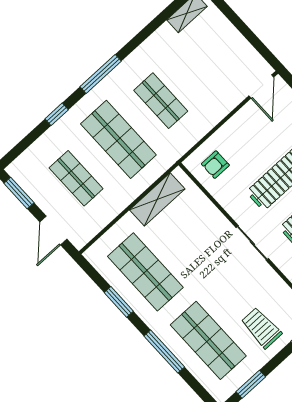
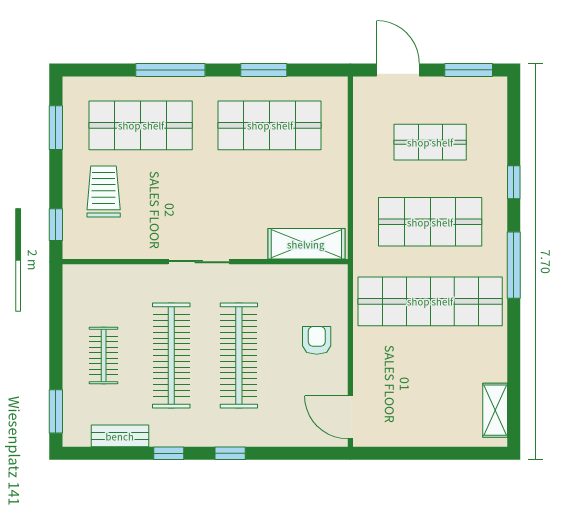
shop shelf: (161, 101) -> (430, 301), width x2.00, depth x1.36
armchair: (215, 165) -> (317, 340), moved
shelving: (157, 199) -> (306, 244), moved, turned 90
trolley: (261, 328) -> (104, 191), turned -90

